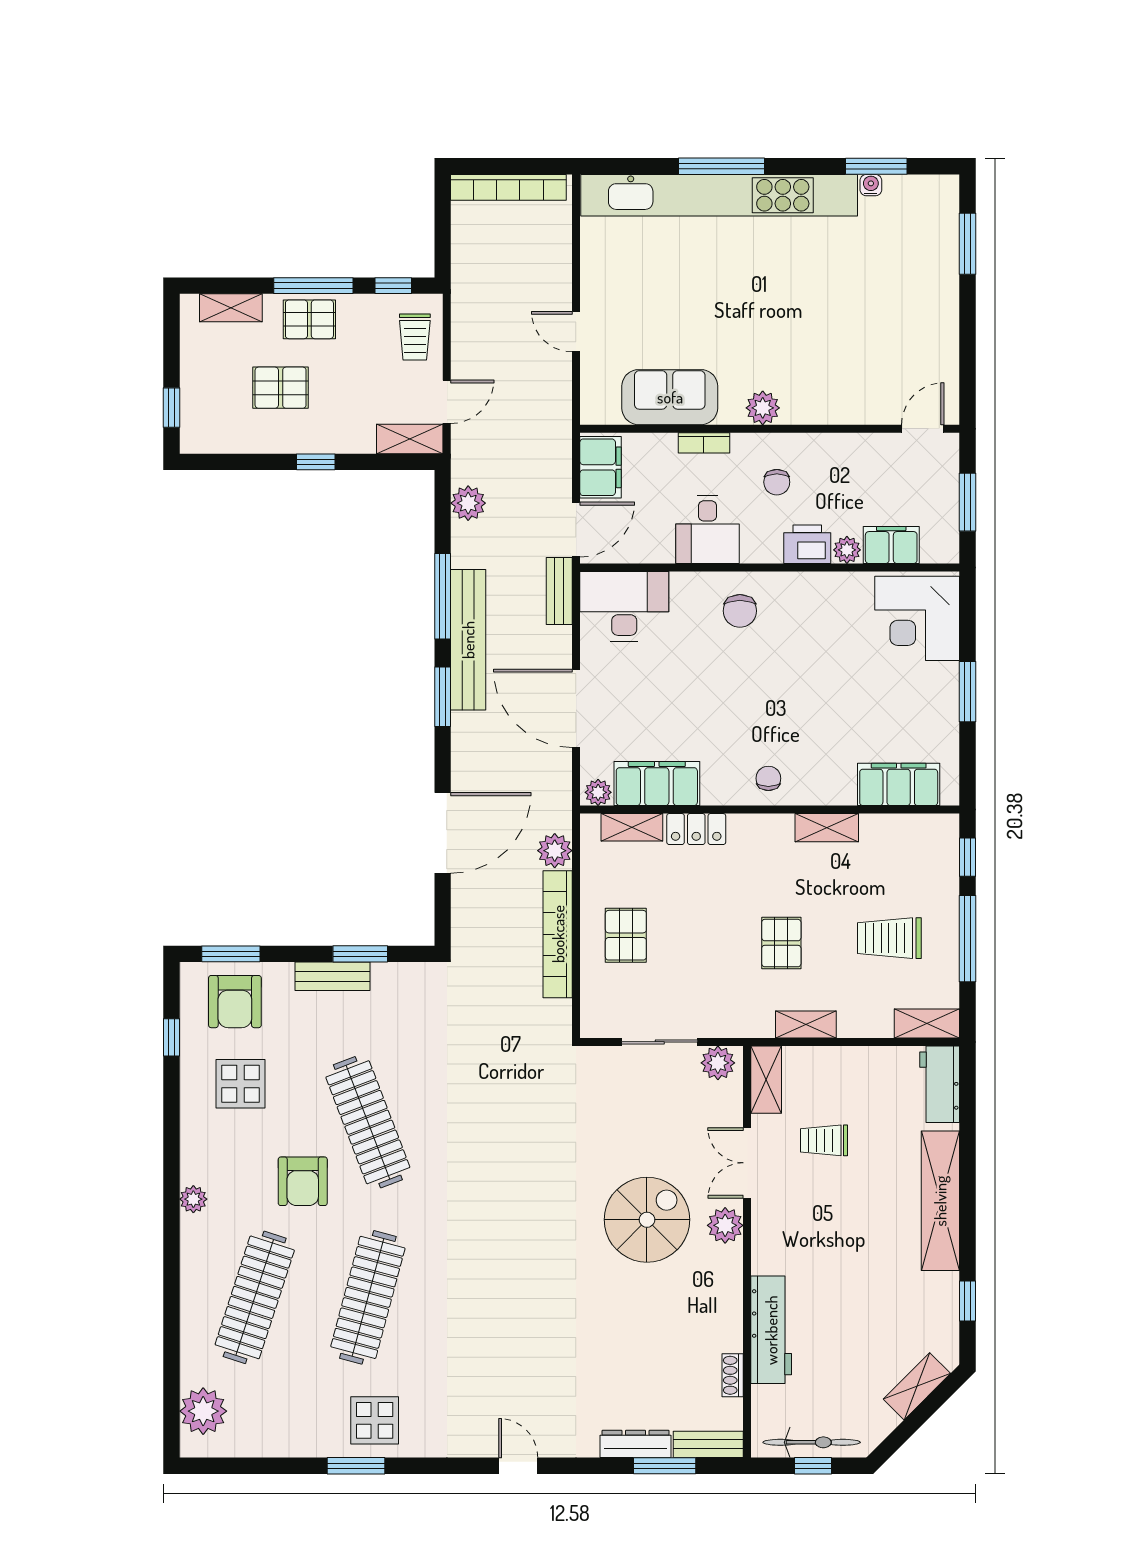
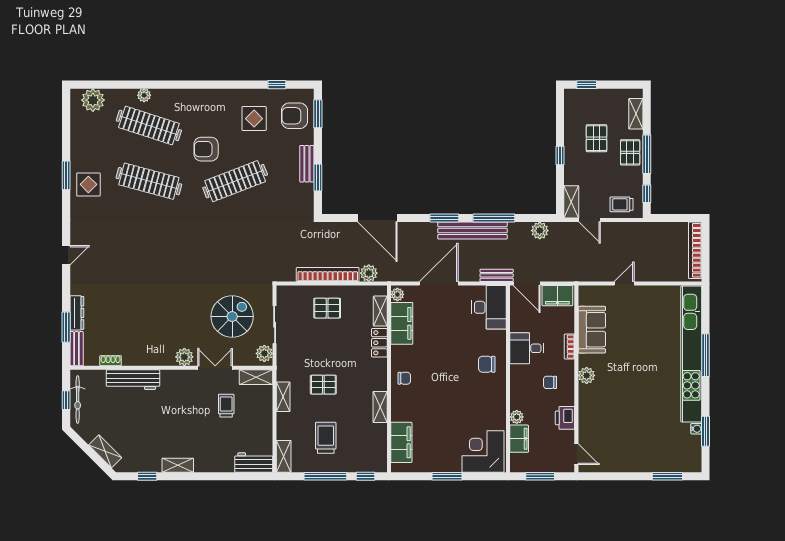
printer: (807, 544) -> (565, 418), moved, turned 180
plant: (193, 1199) -> (144, 95), moved
shelving: (940, 1201) -> (178, 465), width x0.45, depth x0.75
spiral stairs: (647, 1220) -> (232, 316), moved, turned -90

